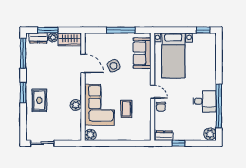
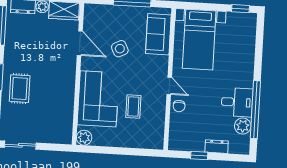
plant: (76, 105) -> (67, 97), removed
plant: (210, 134) -> (243, 126), moved
dresser: (164, 136) -> (217, 147), moved

